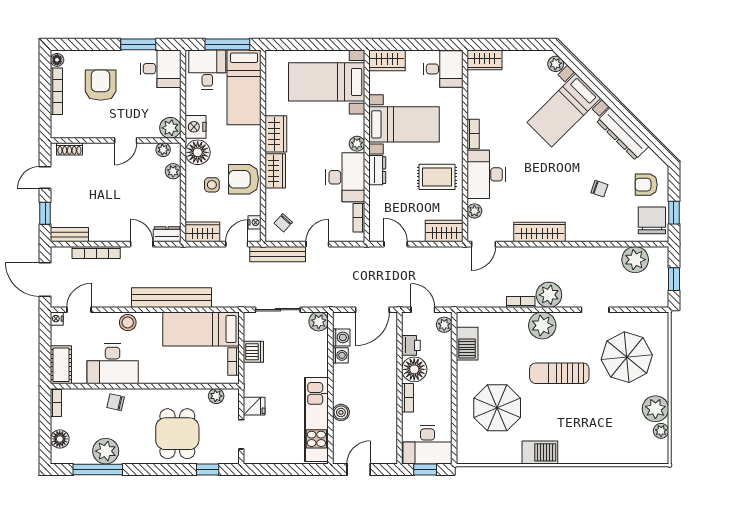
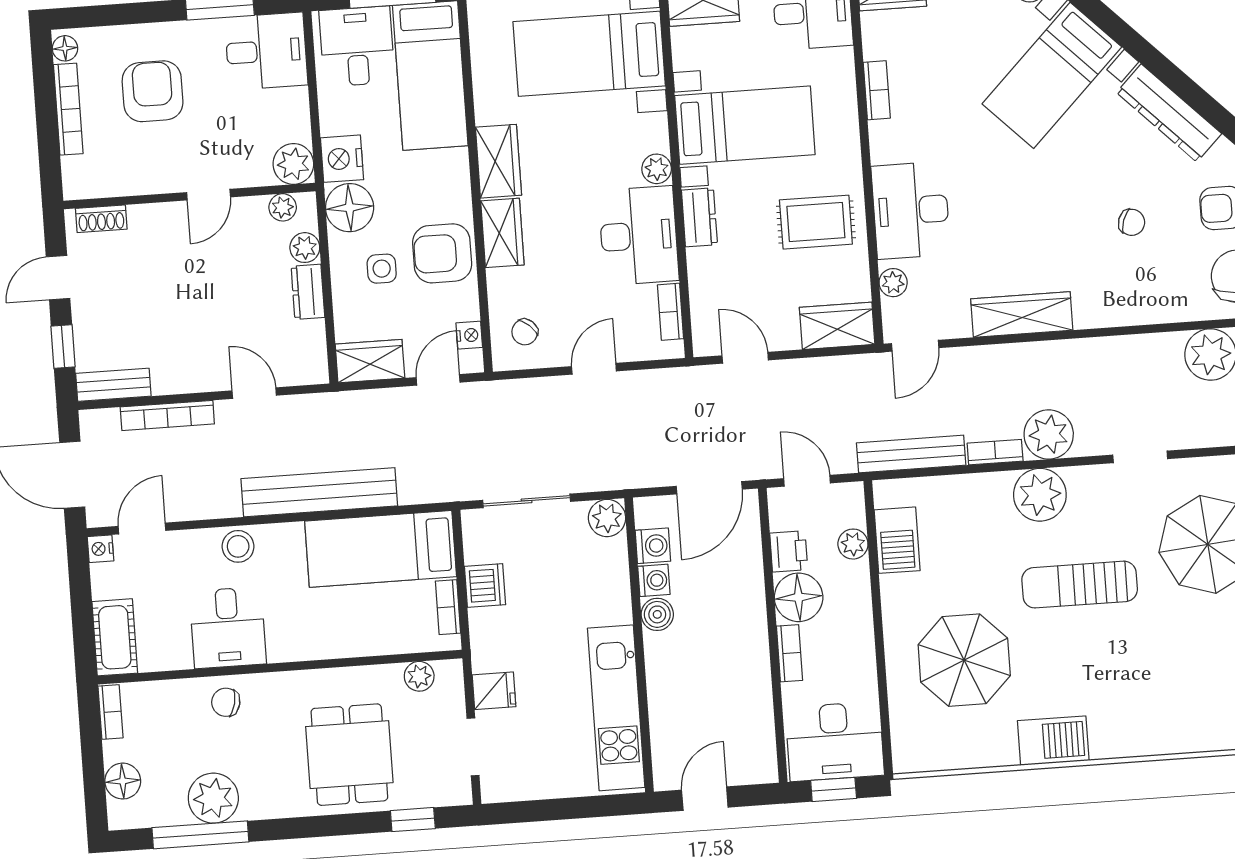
bookcase: (473, 134) -> (877, 90), moved
dresser: (167, 234) -> (308, 292), moved, turned -90
bench: (278, 254) -> (911, 454), moved
plant: (444, 325) -> (853, 544), moved
desk: (113, 364) -> (228, 628), width x0.73
boiler: (341, 412) -> (657, 614), moved

